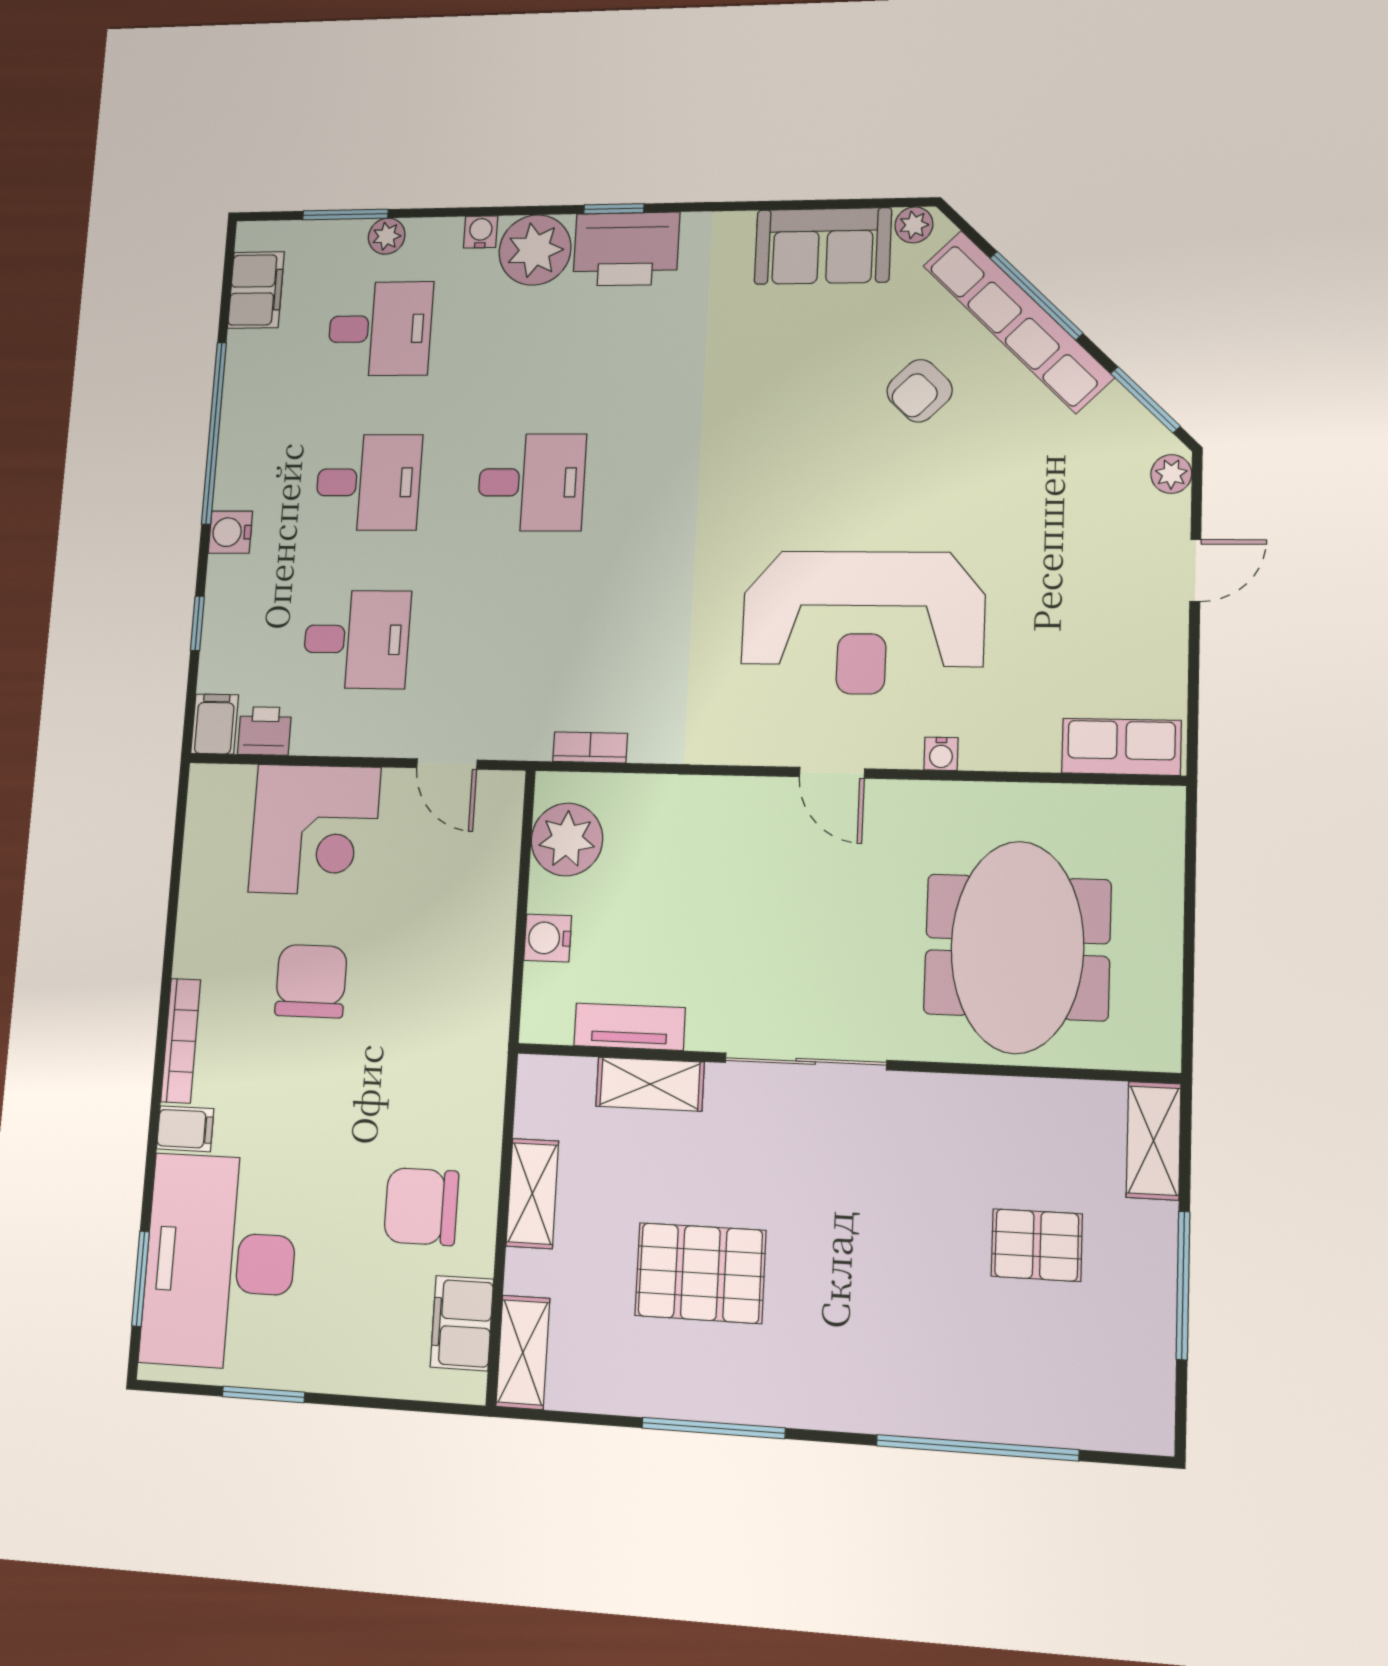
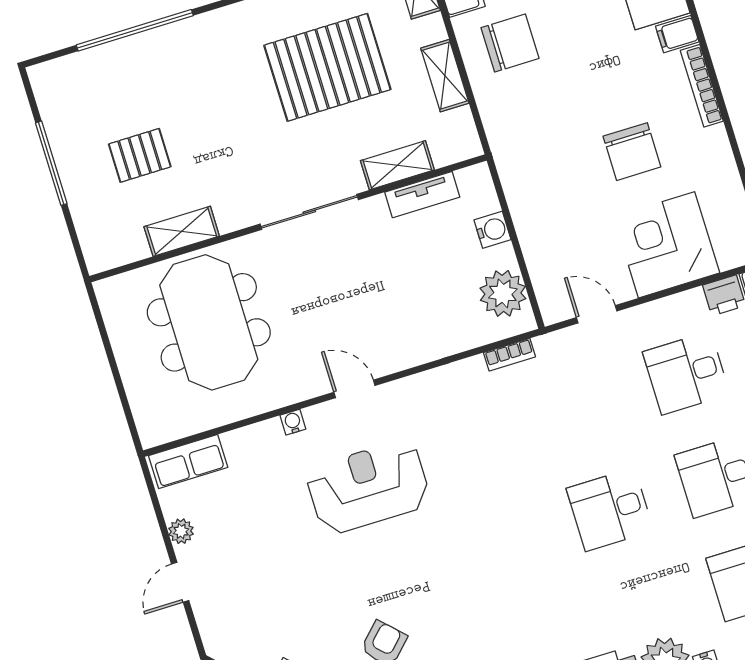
plant: (1171, 474) -> (181, 531), moved
reception desk: (863, 623) -> (368, 487), width x0.74, depth x0.77
shelving: (1154, 1141) -> (182, 231), moved, turned 90
pallet: (700, 1273) -> (327, 67), width x1.37, depth x1.41

